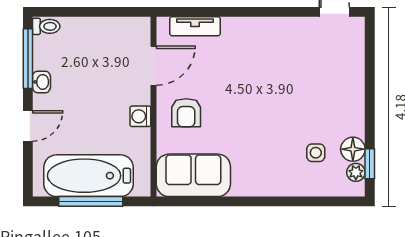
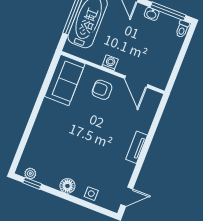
tv unit: (195, 26) -> (137, 147), moved
floor lamp: (353, 149) -> (67, 186), moved
side table: (316, 153) -> (91, 194), moved

